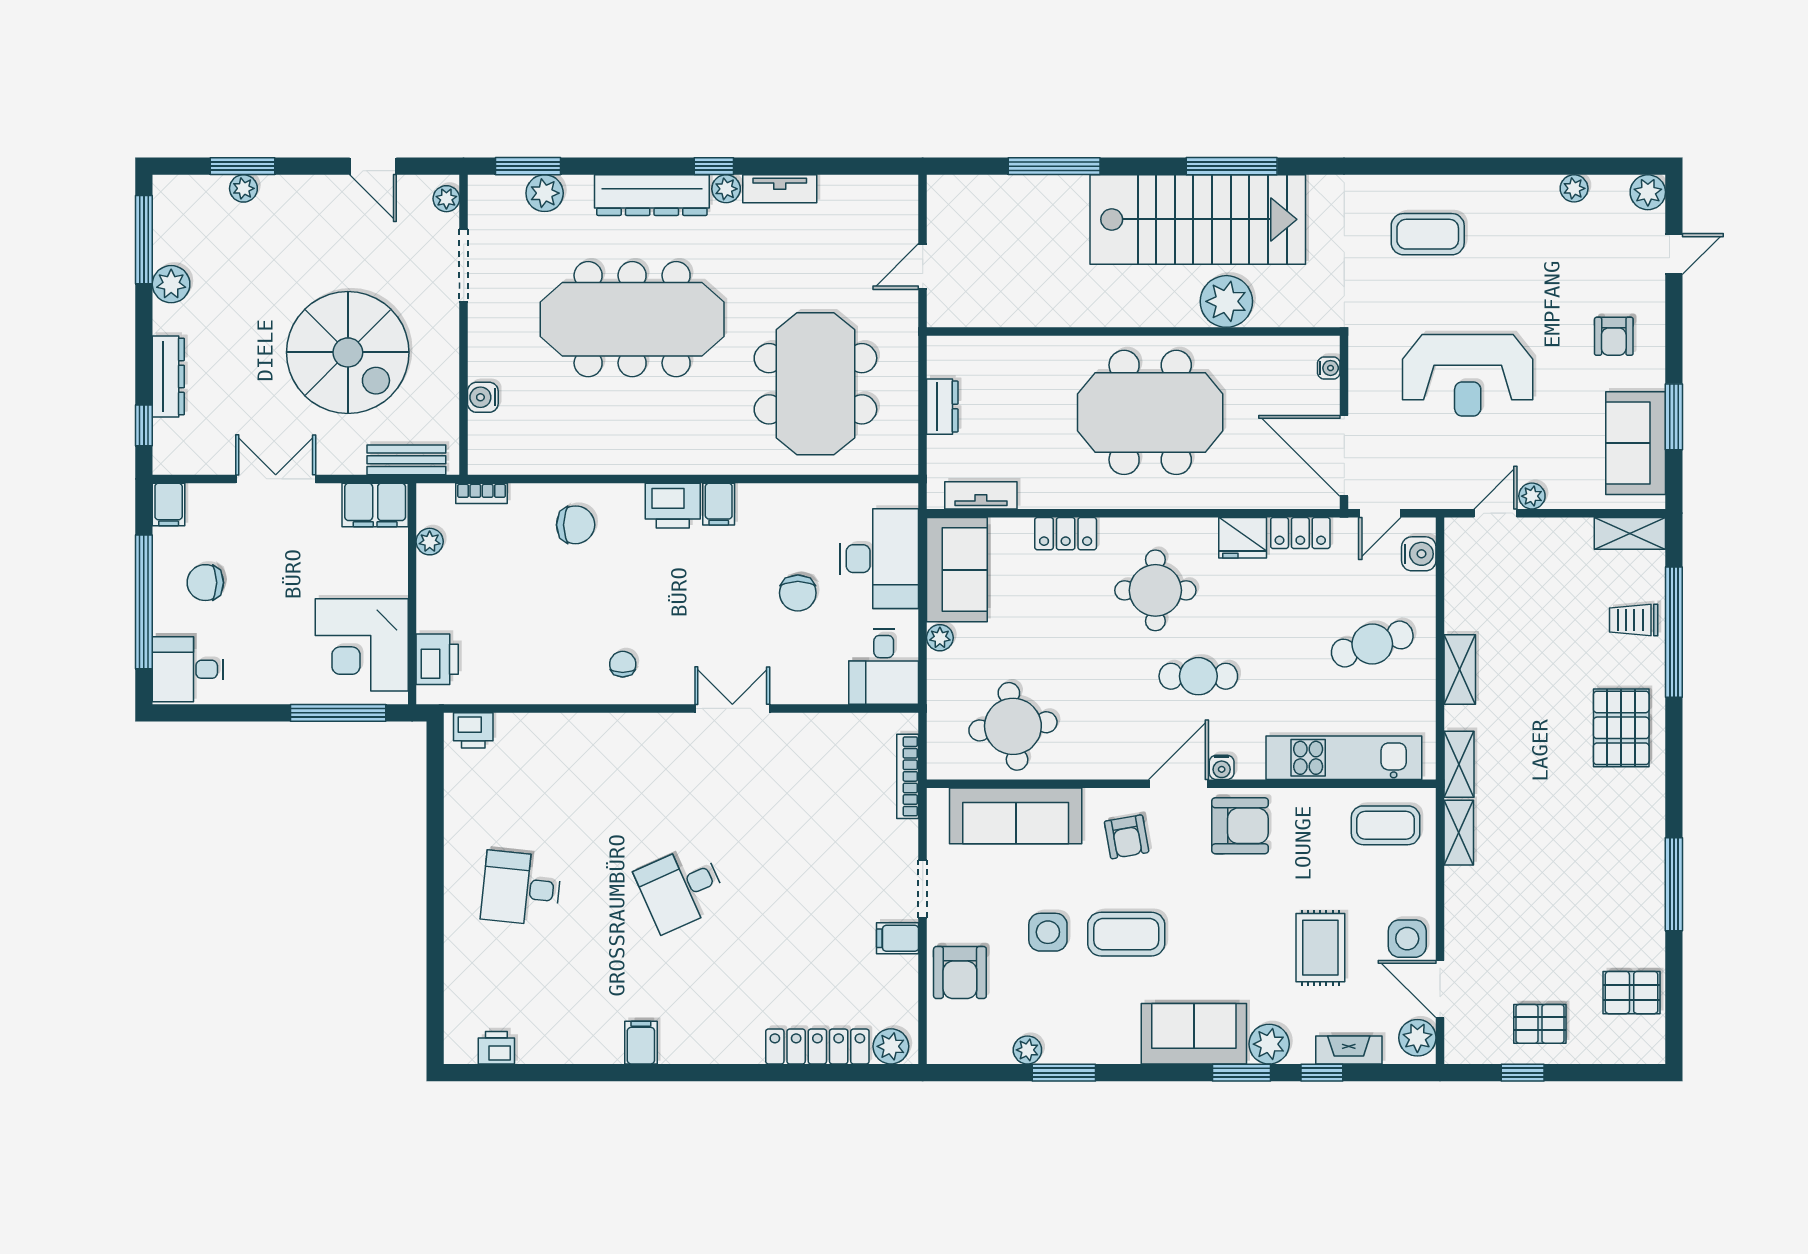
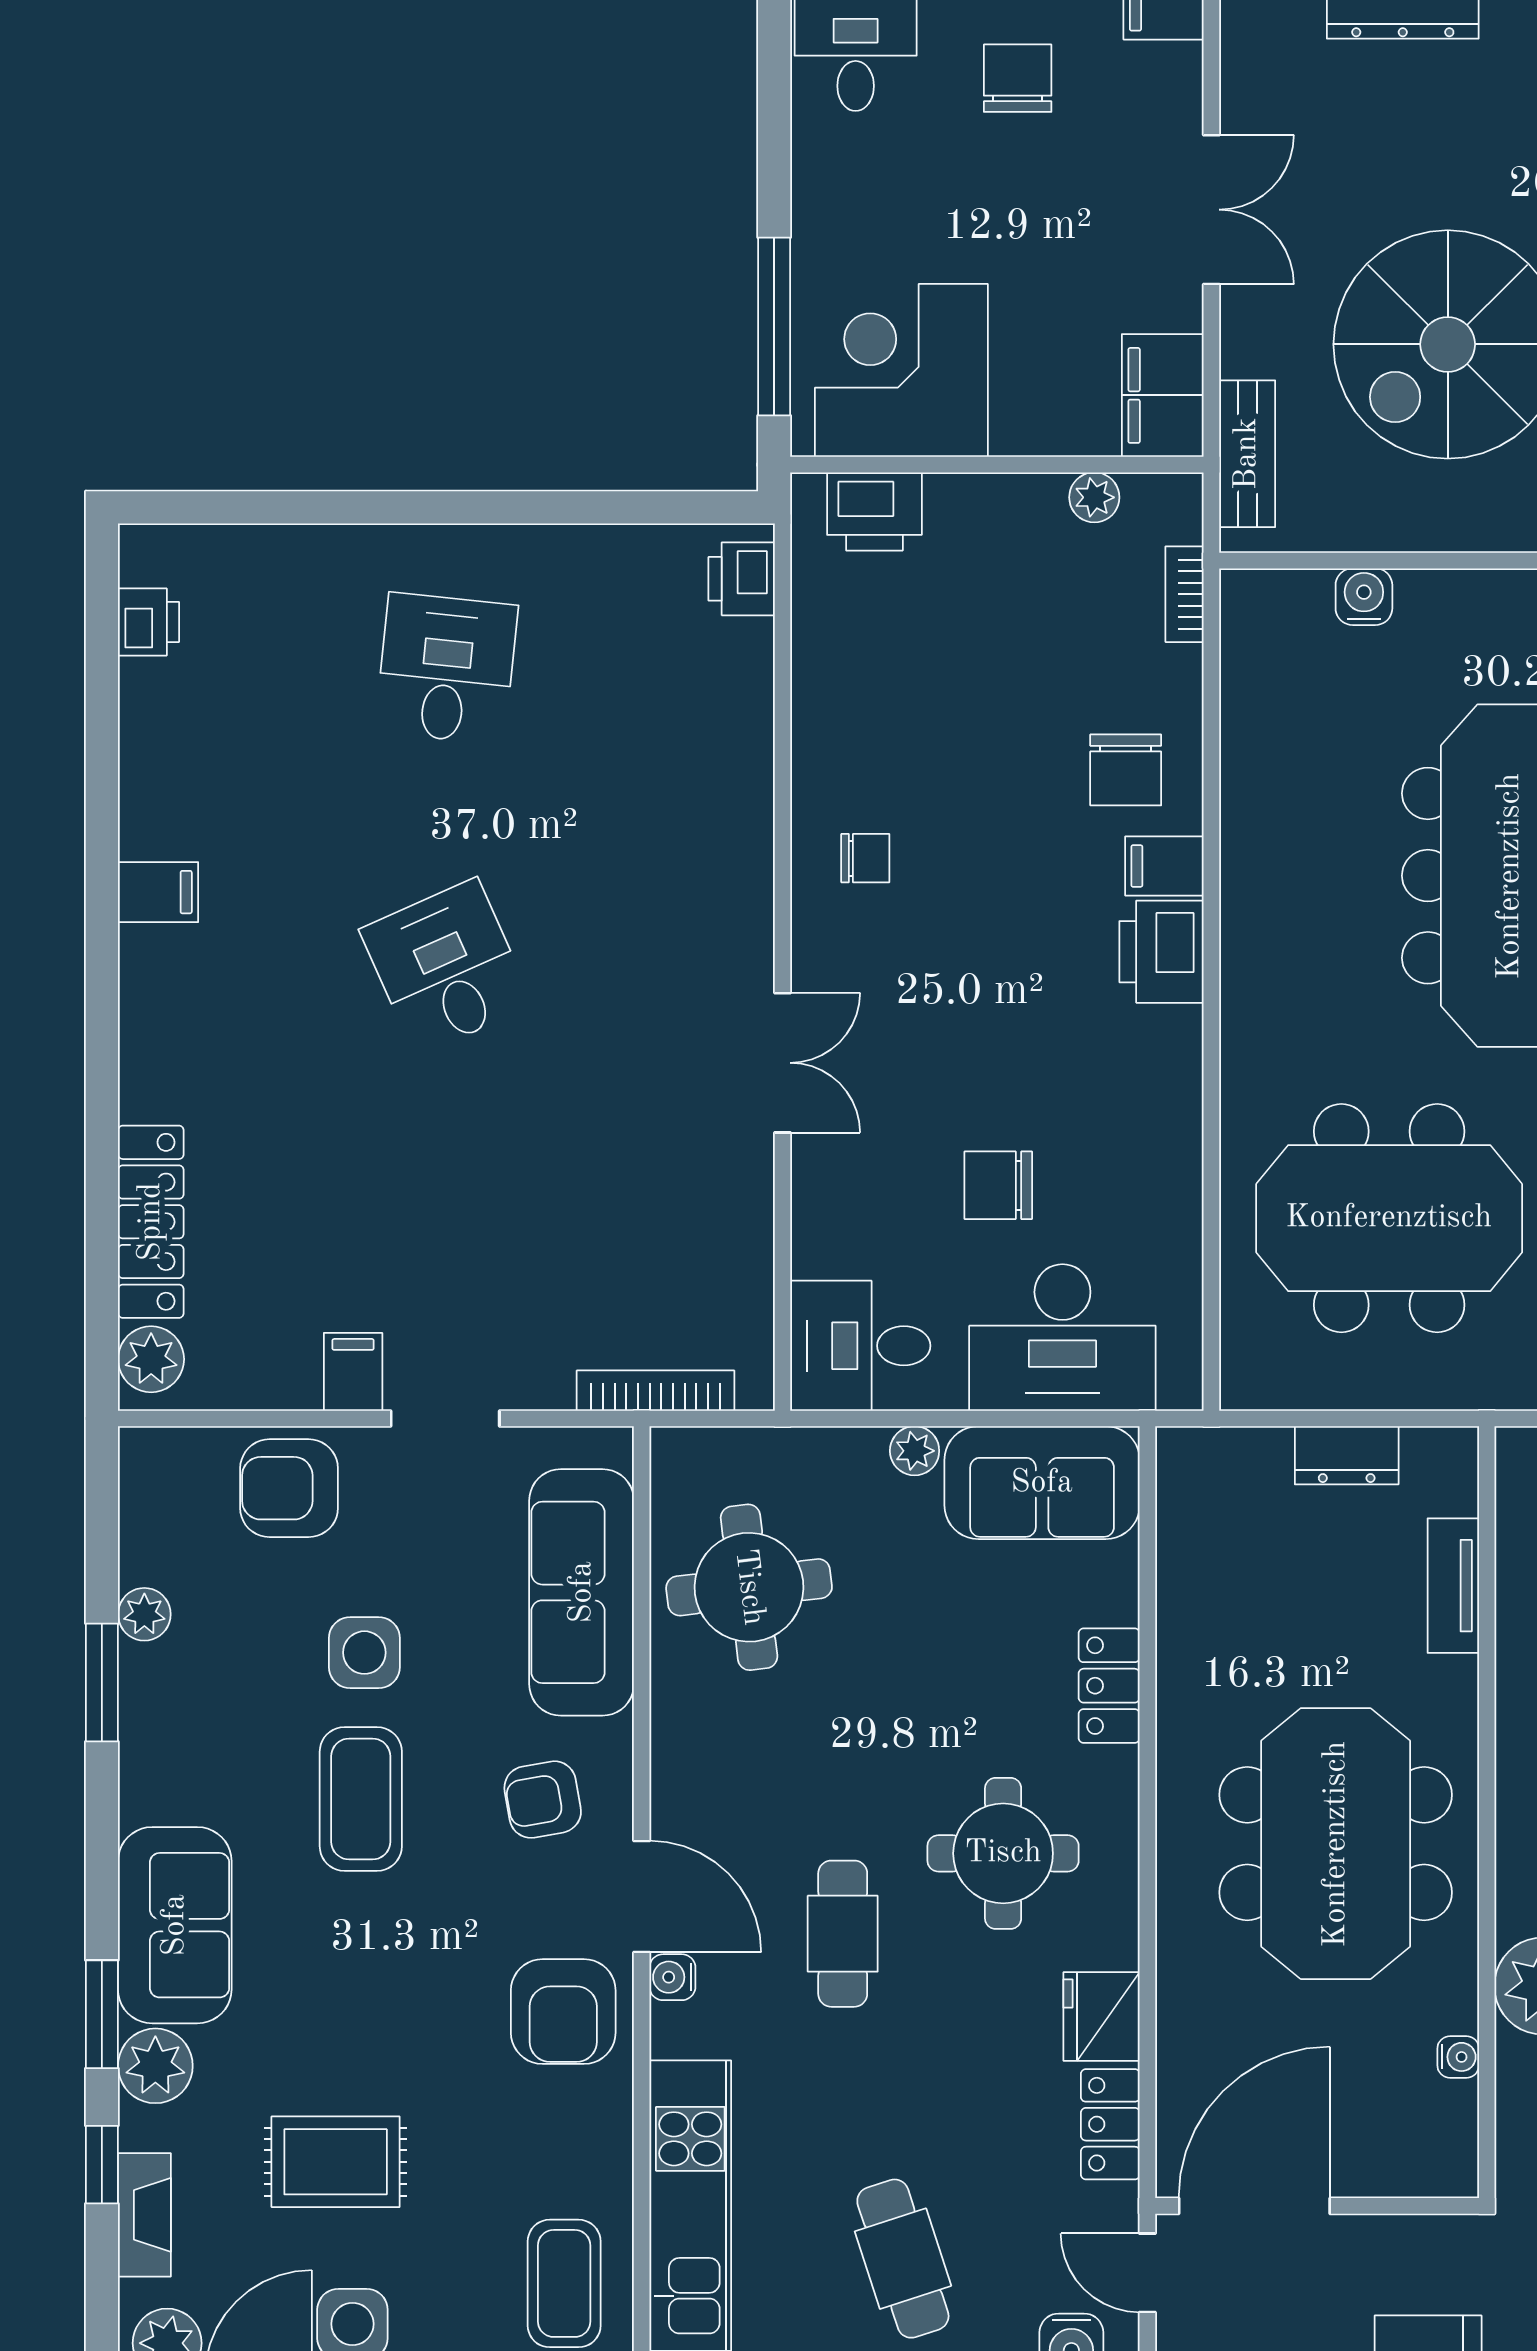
water cooler: (1329, 368) -> (1458, 2057), moved, turned -90
tv unit: (981, 495) -> (1453, 1586), moved, turned 180
filing cabinet: (719, 504) -> (1164, 866), moved

